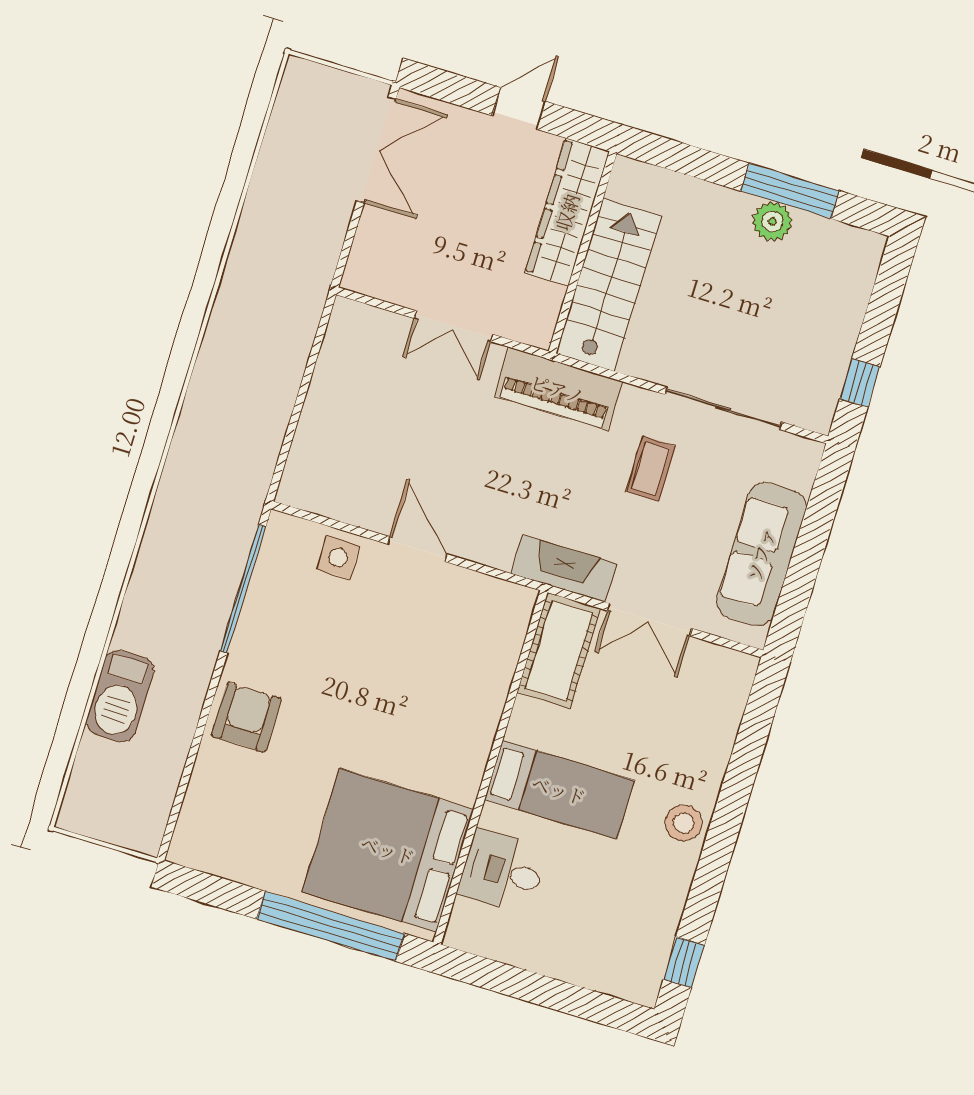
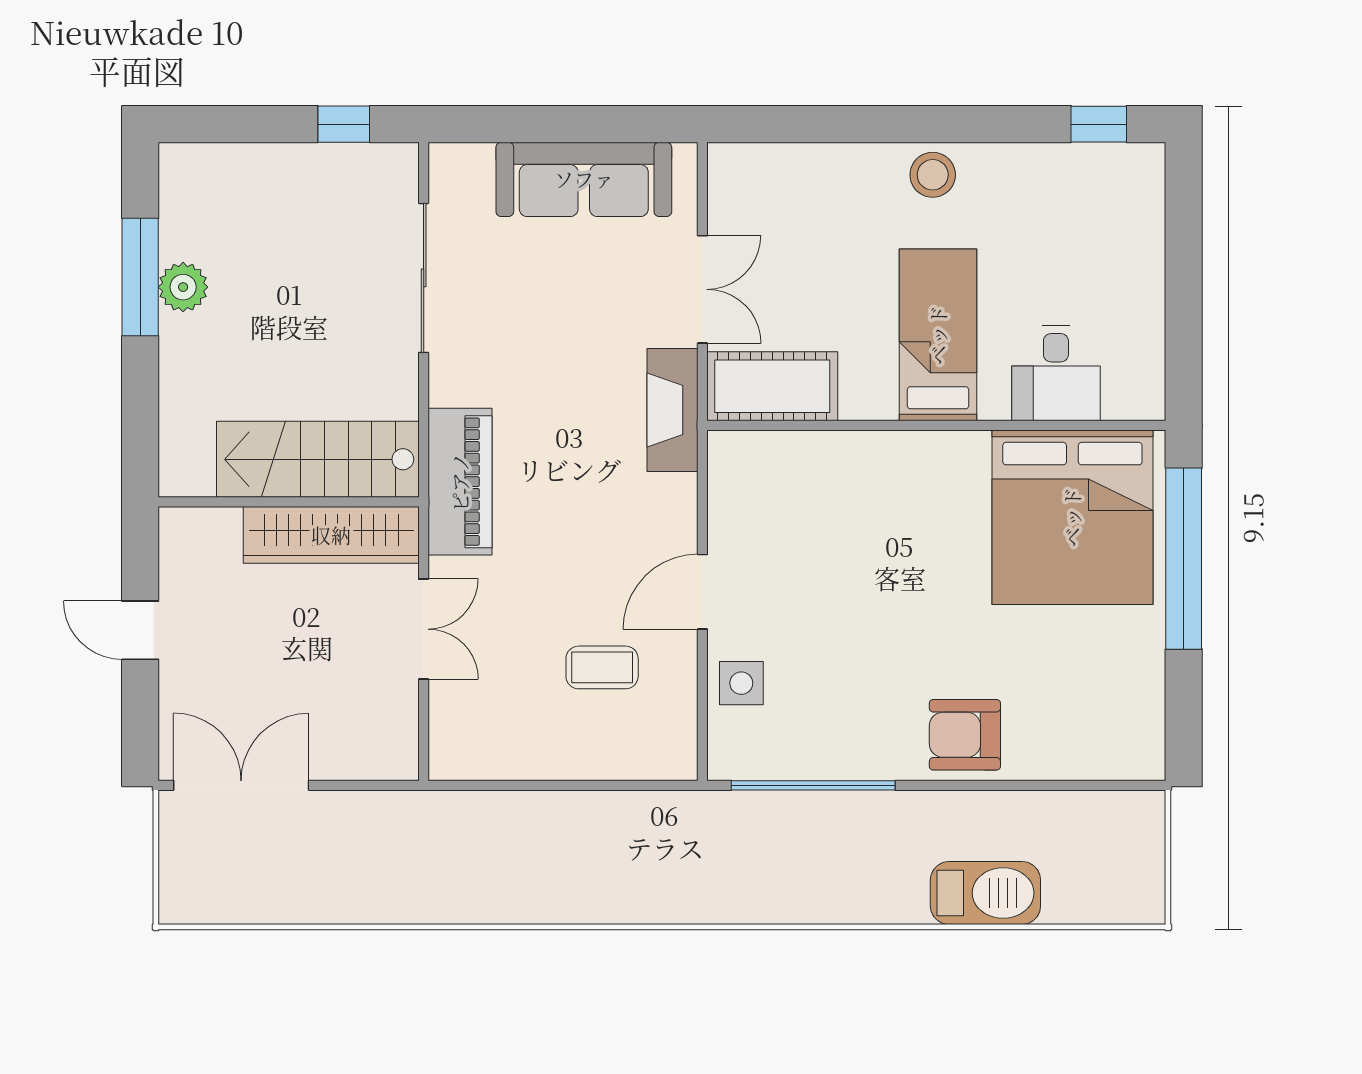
wardrobe: (567, 212) -> (331, 535), moved
coffee table: (651, 469) -> (602, 667), moved

